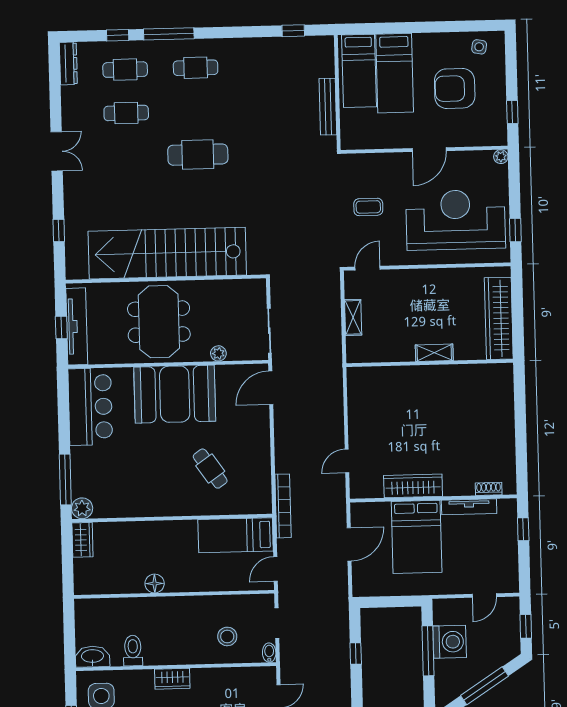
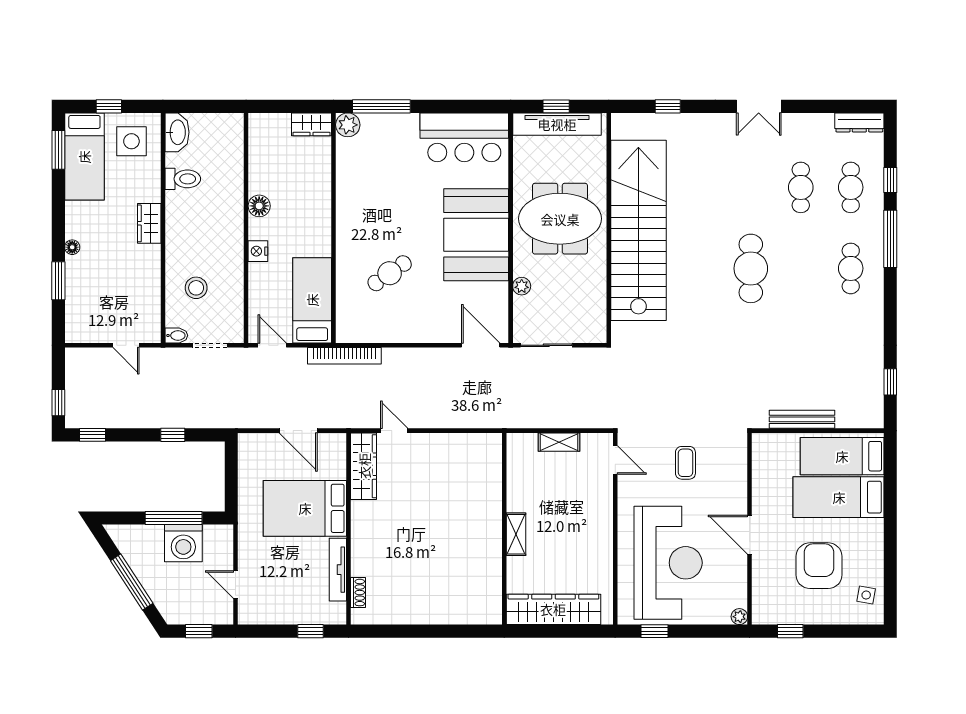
wardrobe: (413, 486) -> (364, 466), moved
nightstand: (194, 584) -> (258, 251), added

